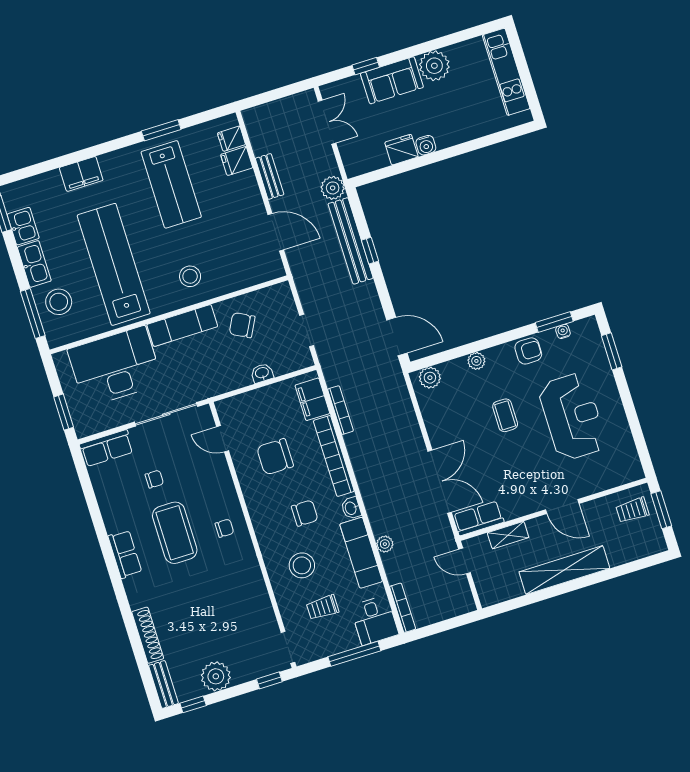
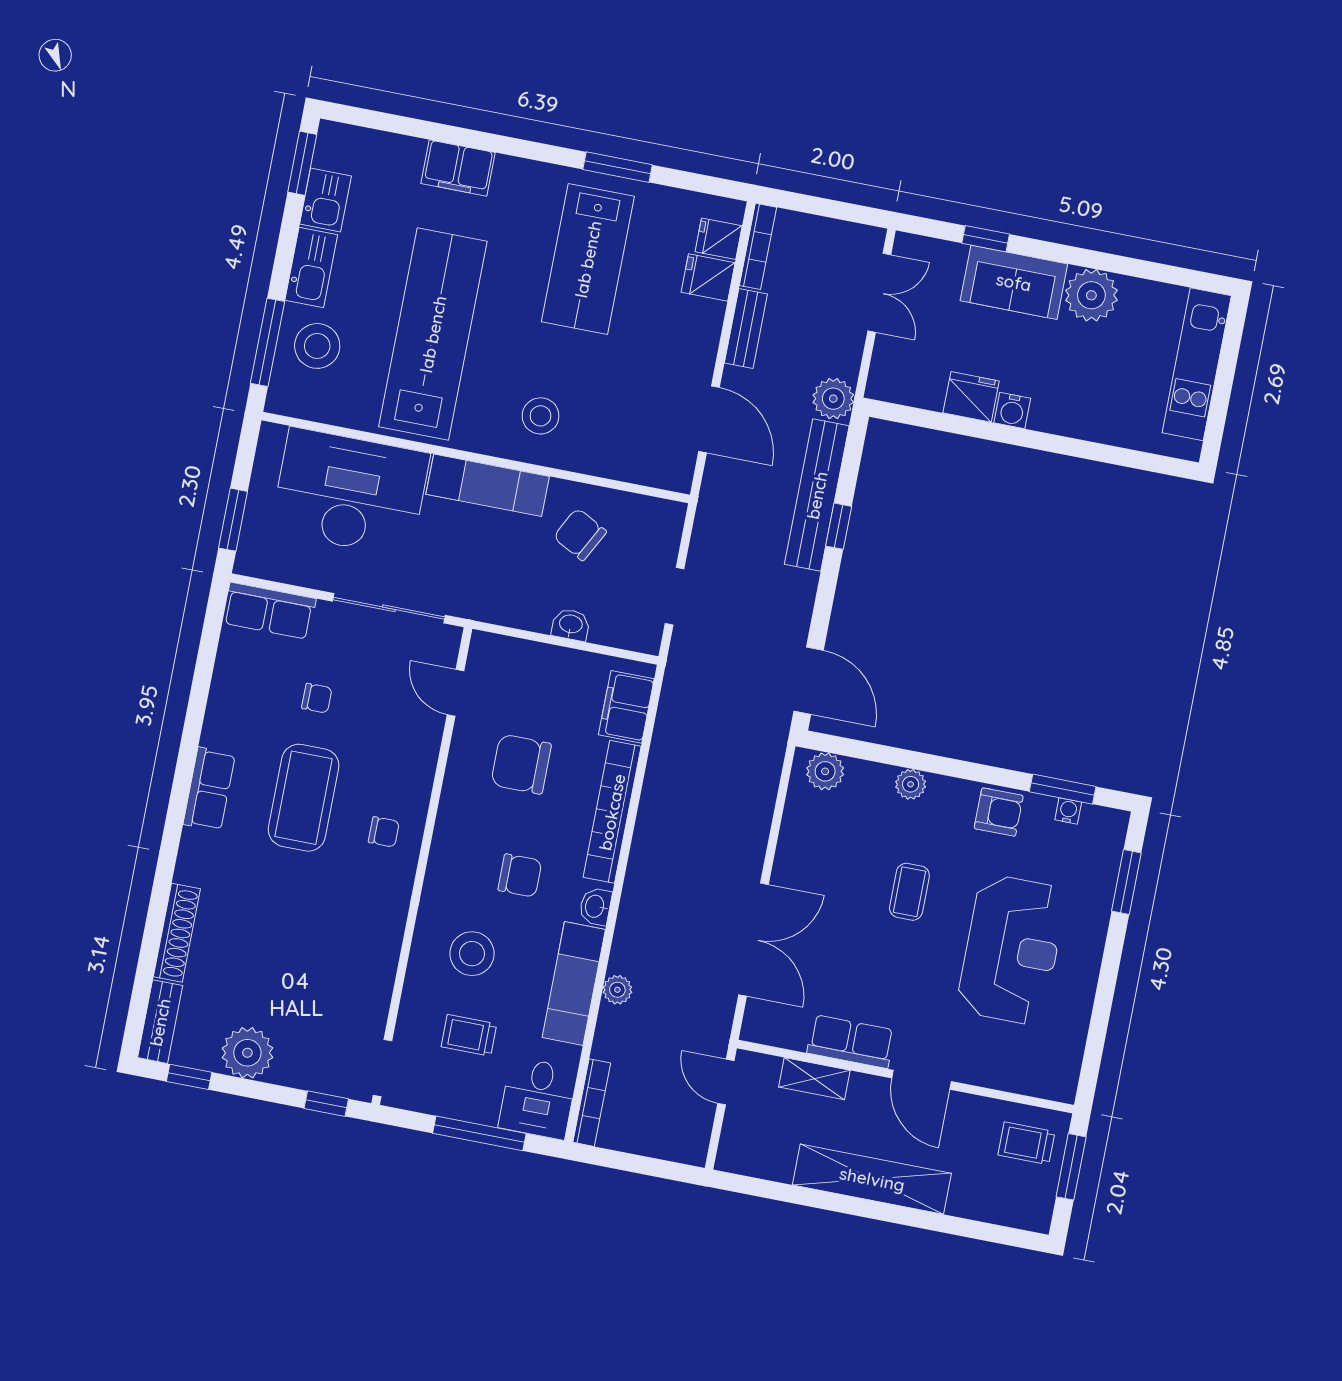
bookcase: (341, 410) -> (758, 246), moved
row of seats: (478, 518) -> (851, 1041), moved

